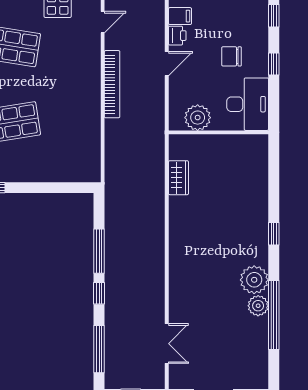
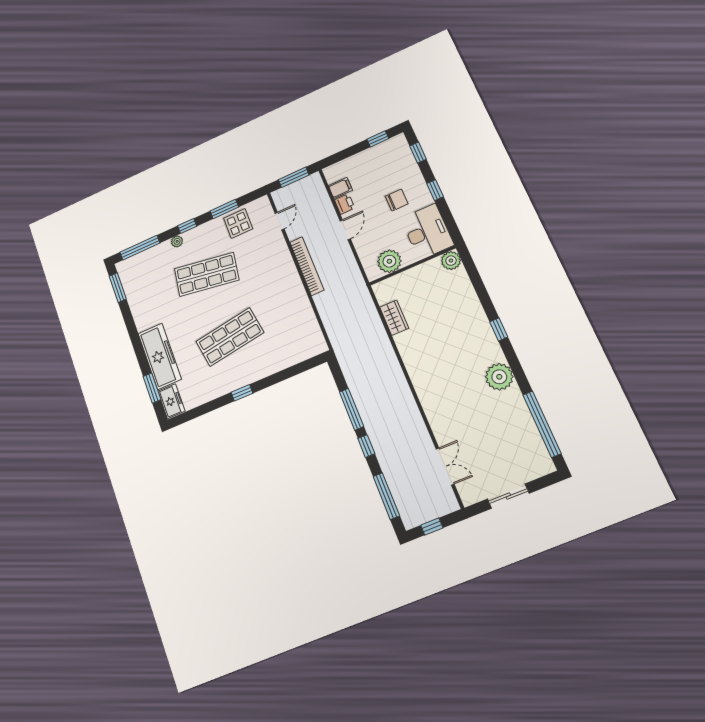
chair: (231, 56) -> (397, 200), turned 180
plant: (258, 306) -> (451, 261), moved
window: (274, 315) -> (542, 424), moved

